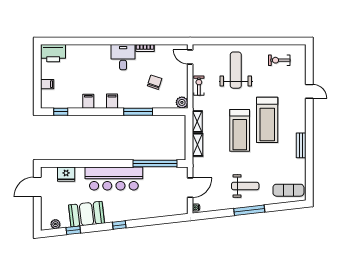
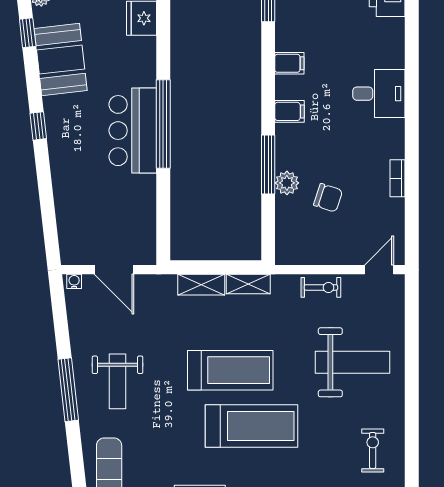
desk: (123, 57) -> (379, 94), moved
plant: (182, 102) -> (287, 183), moved
treadmill: (267, 120) -> (252, 426), turned 180
treadmill: (240, 130) -> (230, 370), turned 180
window: (155, 163) -> (163, 124), moved
bar counter: (114, 178) -> (133, 131), width x0.73

